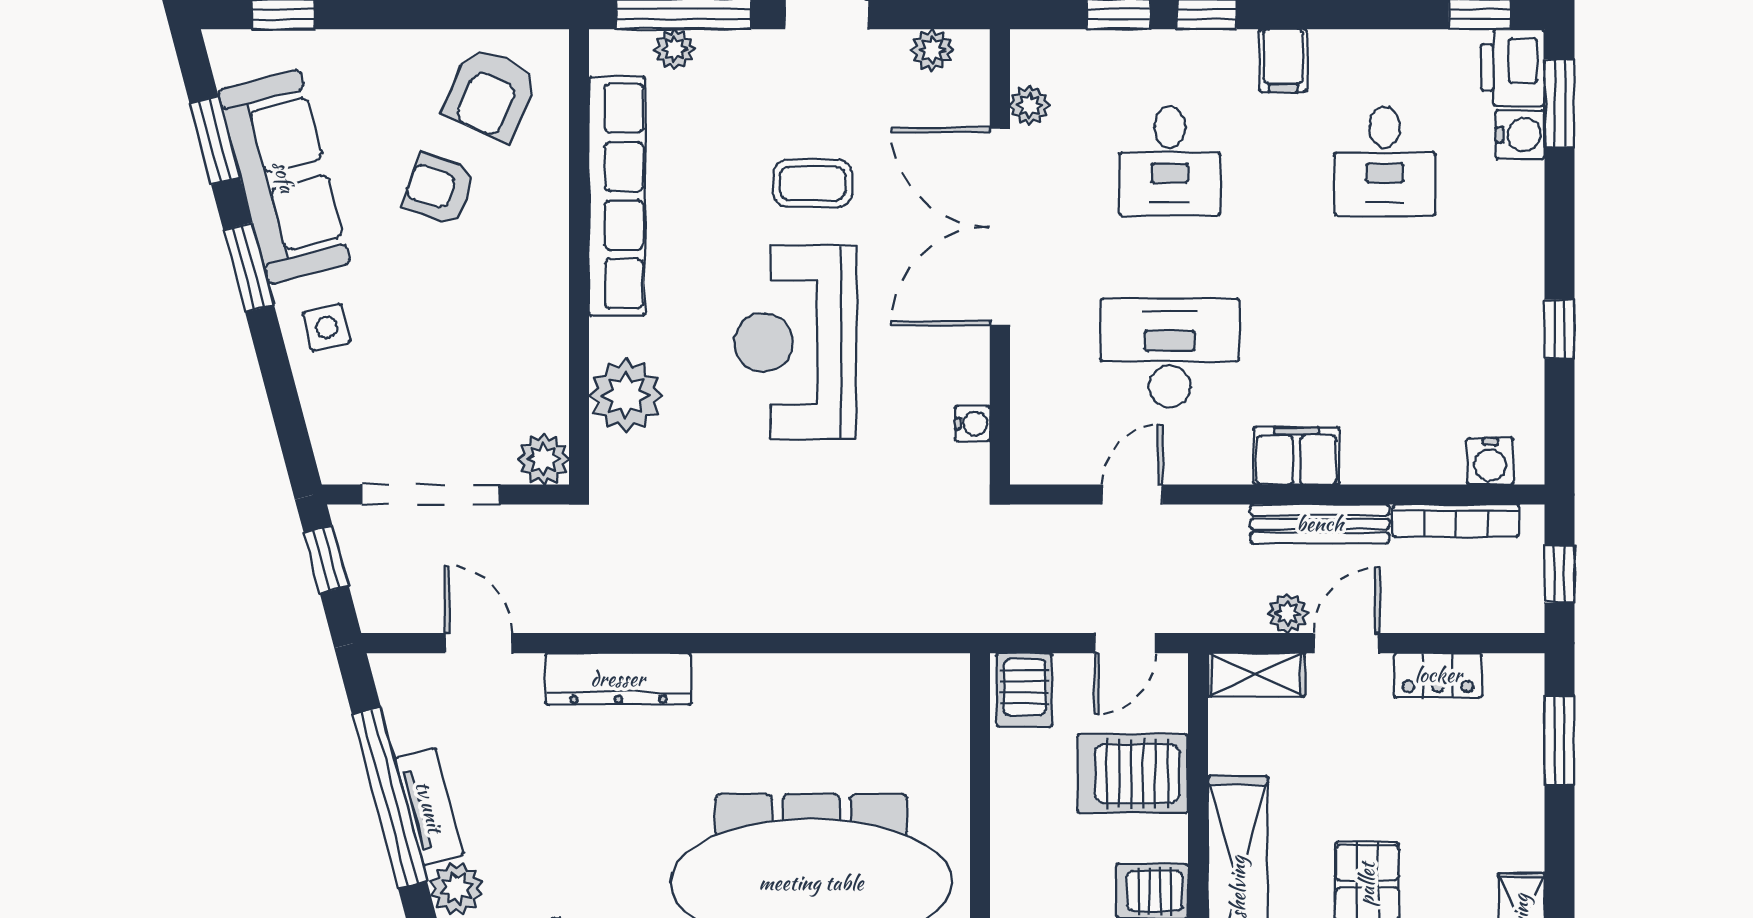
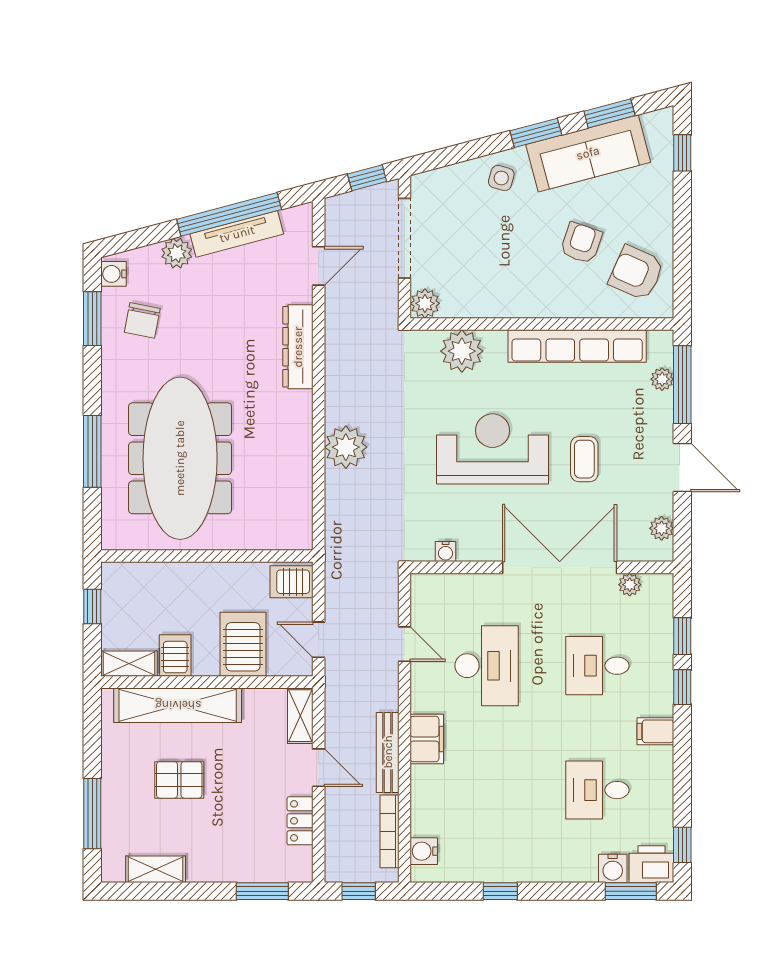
side table: (327, 327) -> (501, 178), turned 30
plant: (1288, 613) -> (346, 447), moved, width x1.87, depth x1.87
tv unit: (429, 807) -> (237, 234), width x1.41

